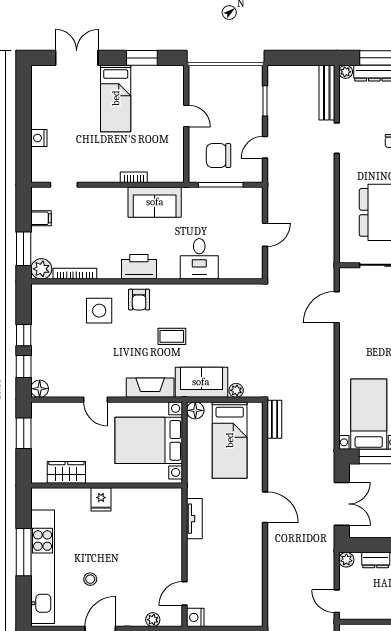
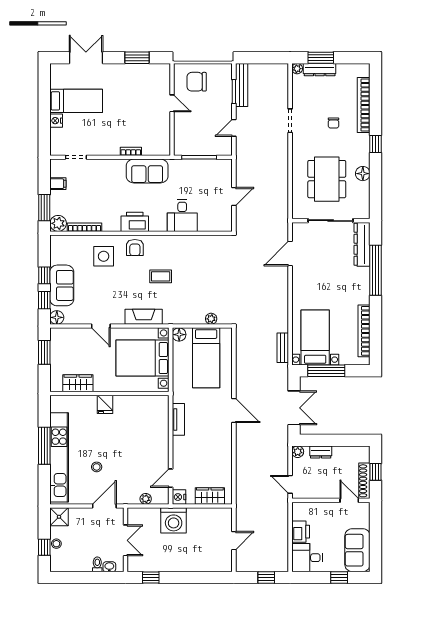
bench: (327, 93) -> (242, 85), moved
bed: (116, 98) -> (76, 101), moved, turned -90
chair: (219, 156) -> (197, 82), moved
sofa: (201, 382) -> (62, 285), moved, turned 90
bench: (274, 419) -> (283, 348), moved
wardrobe: (235, 616) -> (210, 496), added

